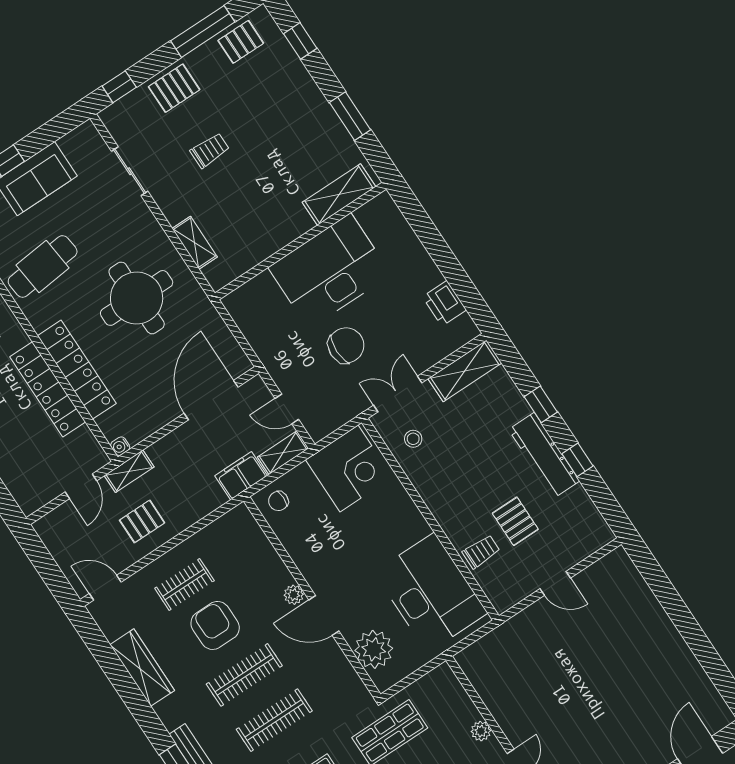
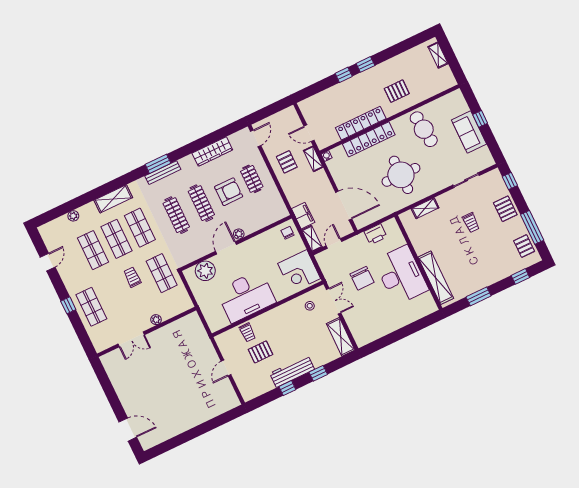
shelving: (339, 195) -> (436, 278), width x1.47
printer: (444, 303) -> (376, 234), moved, turned 180
desk: (431, 593) -> (246, 296), moved

